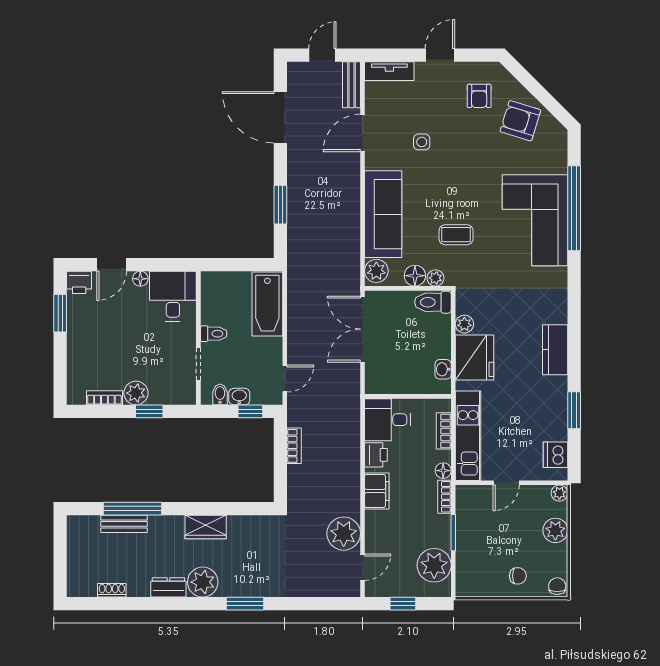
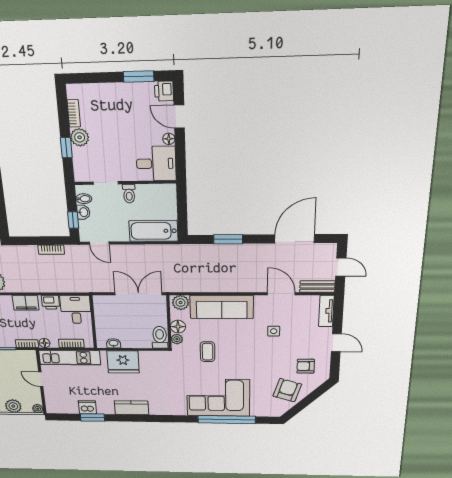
plant: (464, 324) -> (146, 356), removed
dishwasher: (556, 455) -> (87, 407), moved

